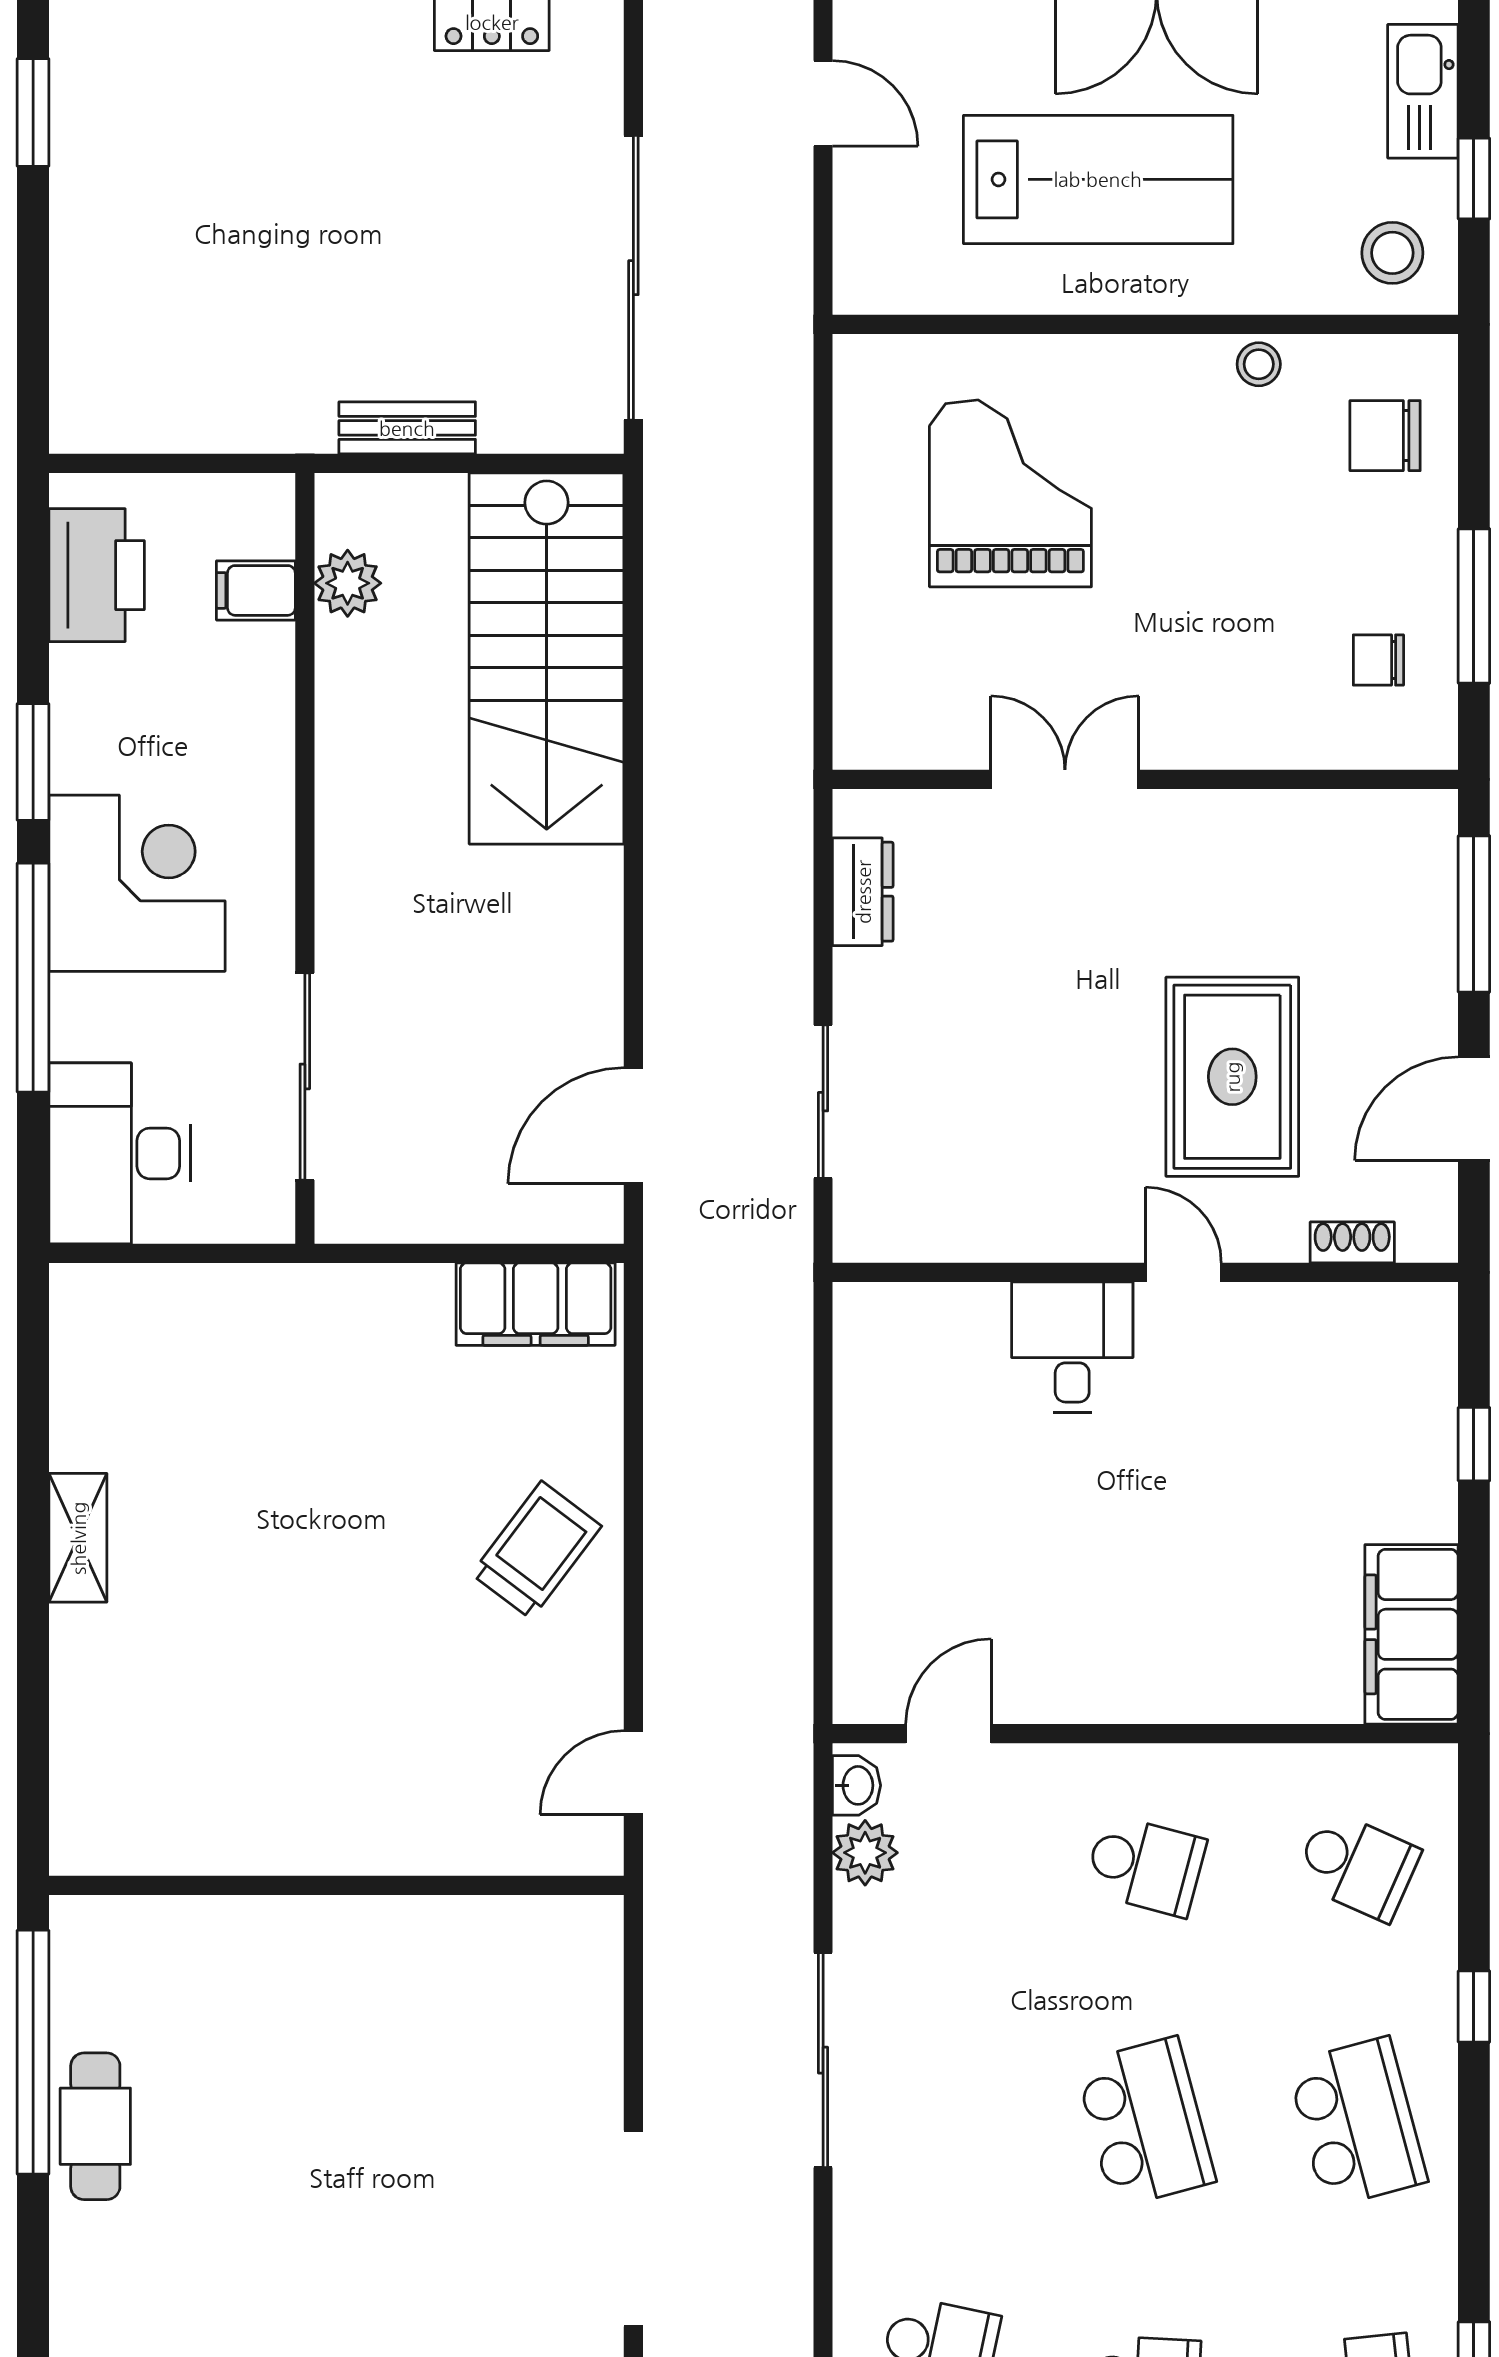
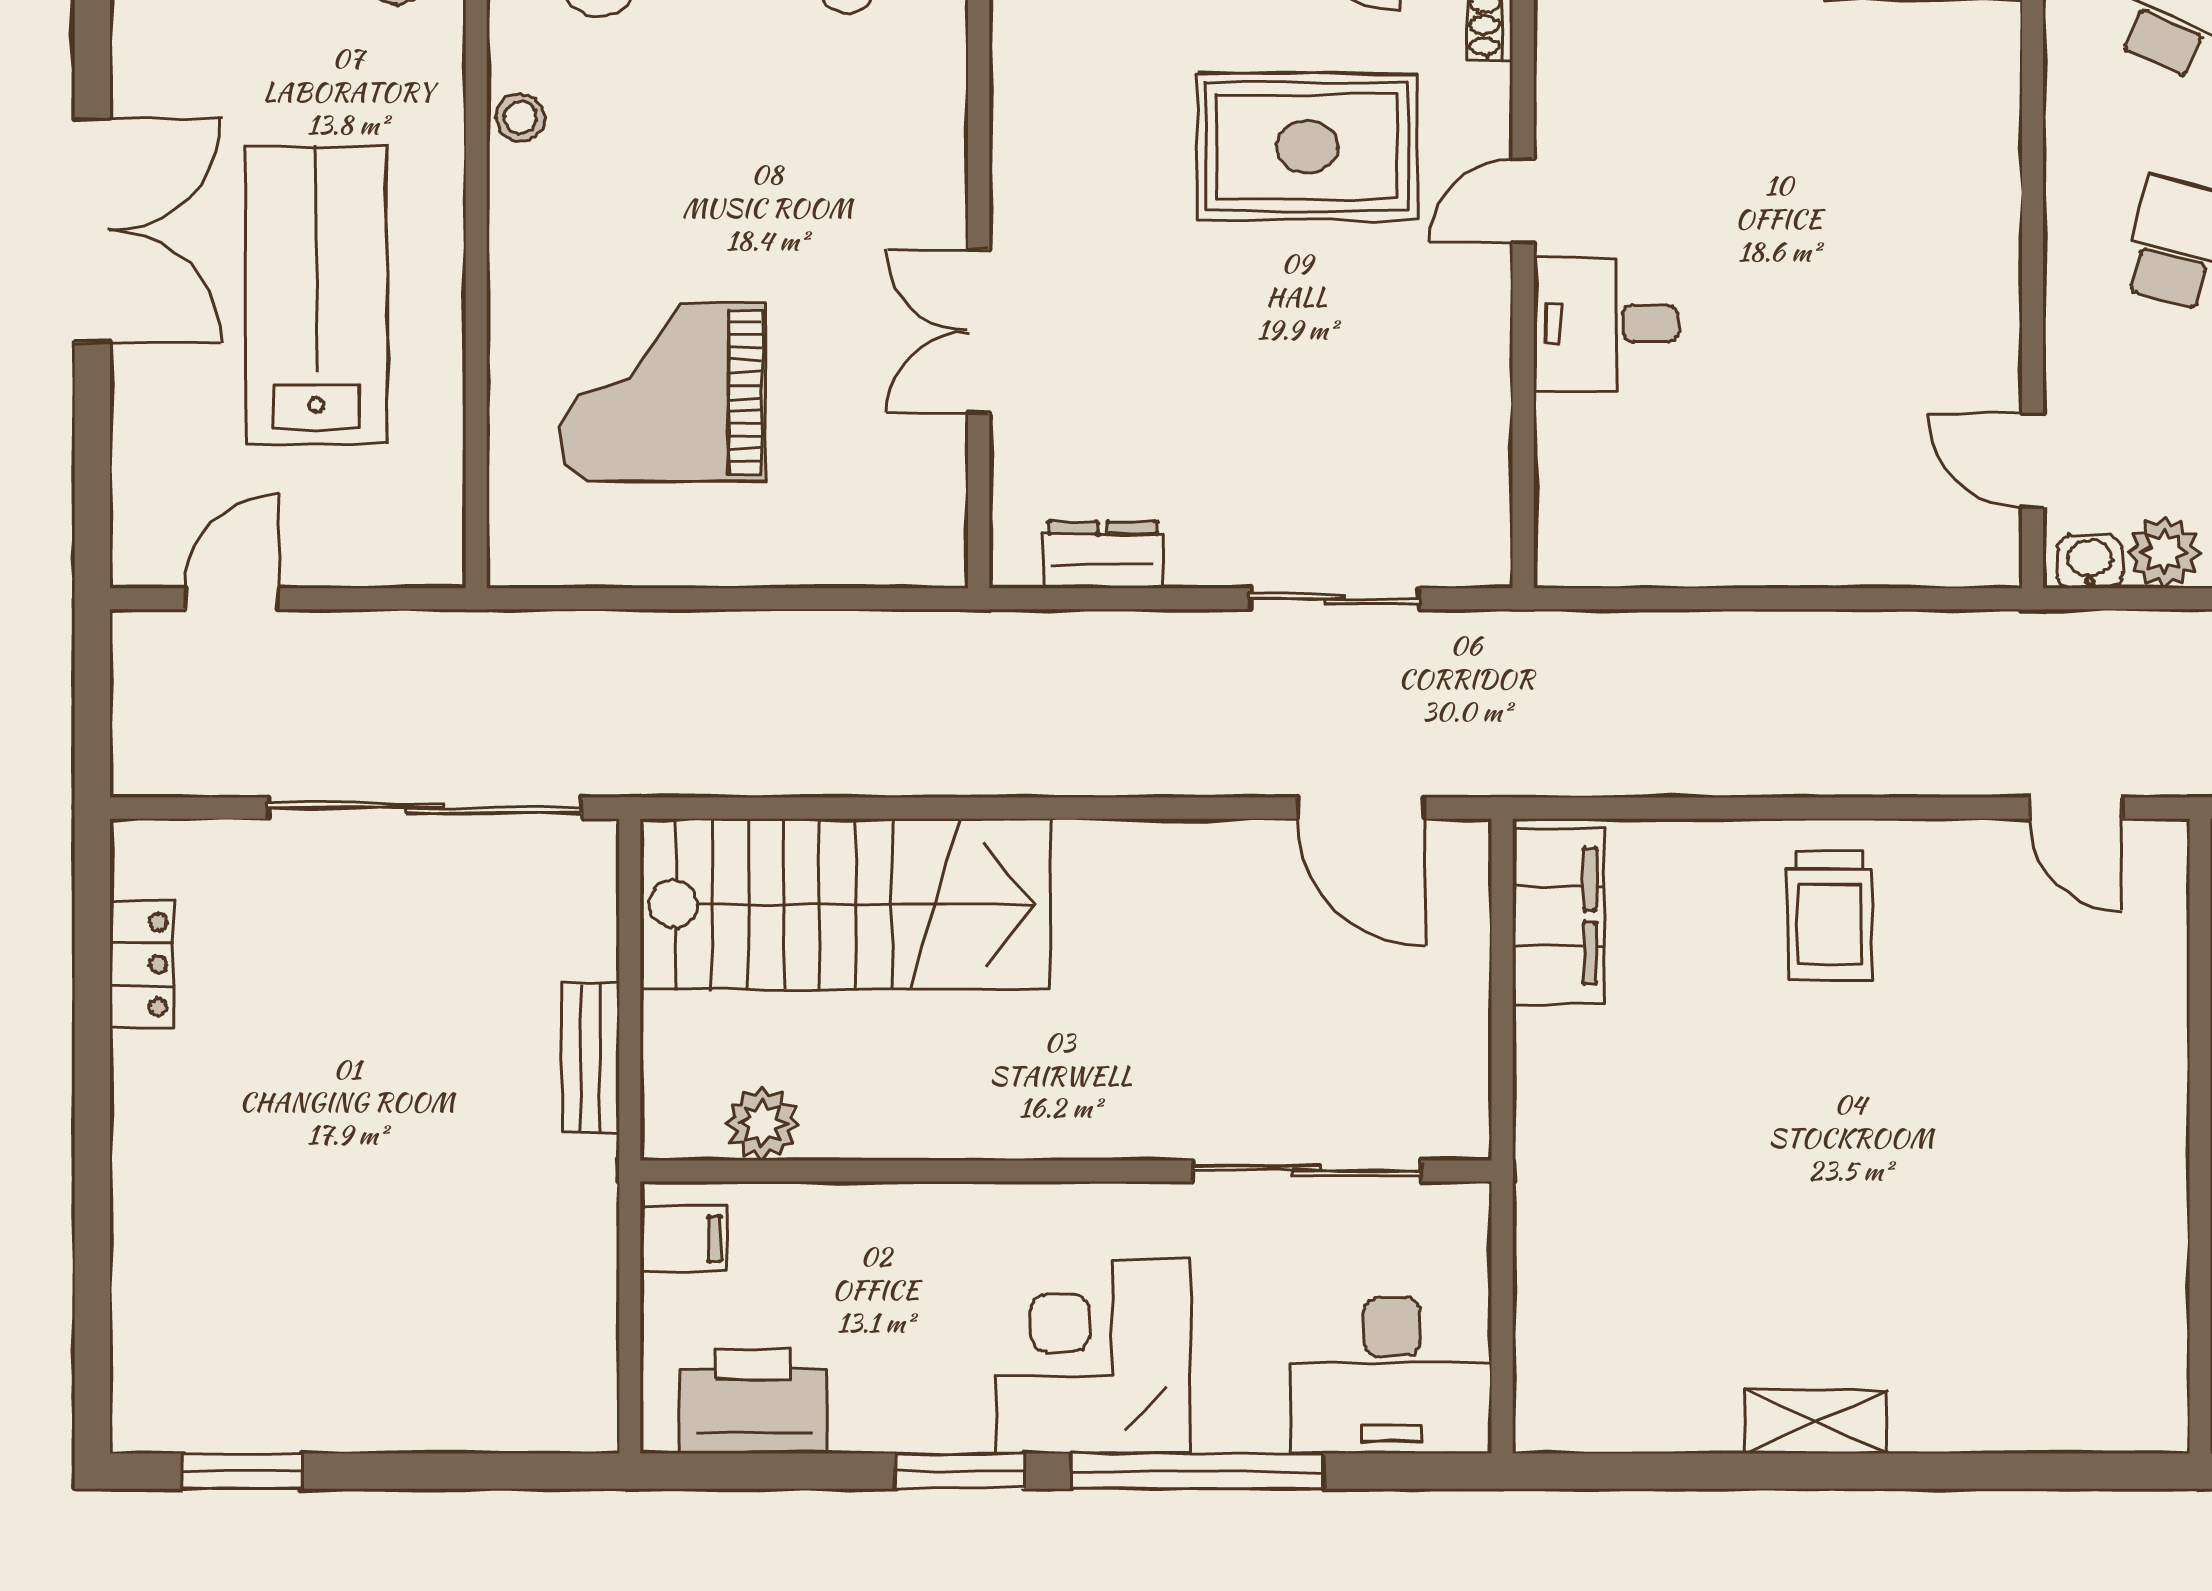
filing cabinet: (256, 590) -> (684, 1239), moved, turned -90
trolley: (536, 1550) -> (1830, 915), turned -127

